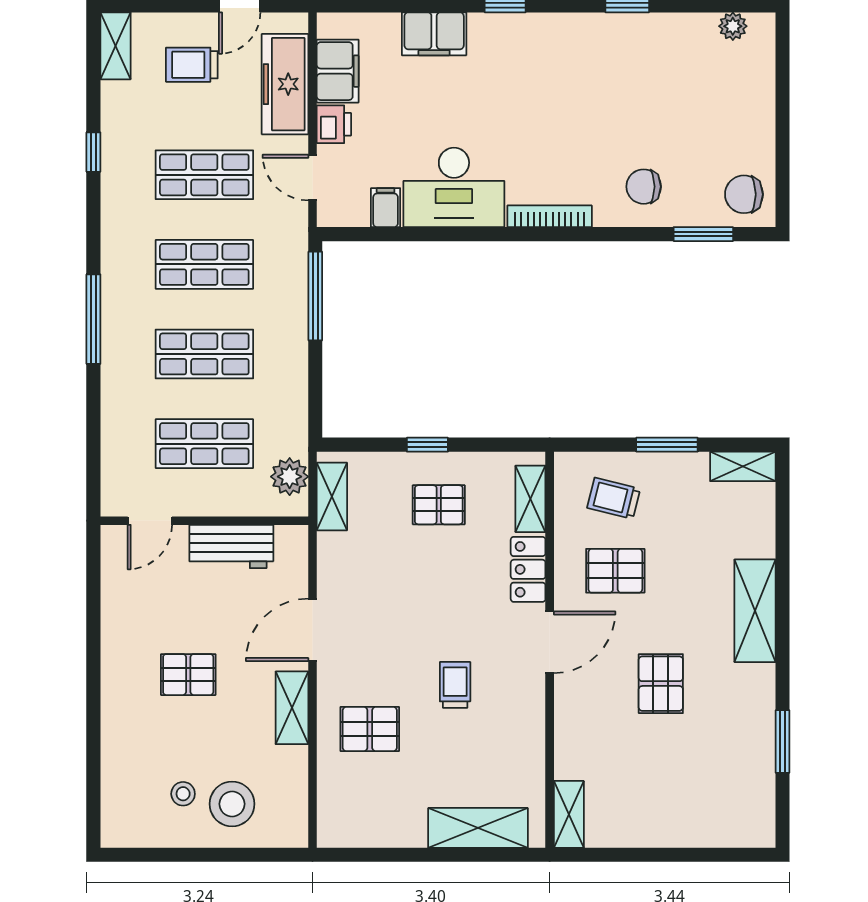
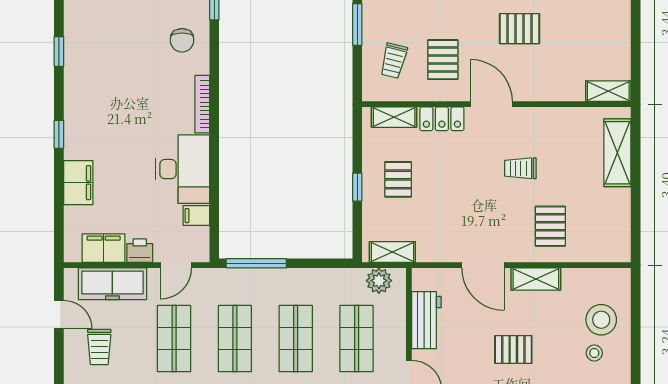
pallet: (188, 675) -> (513, 349), turned 90

